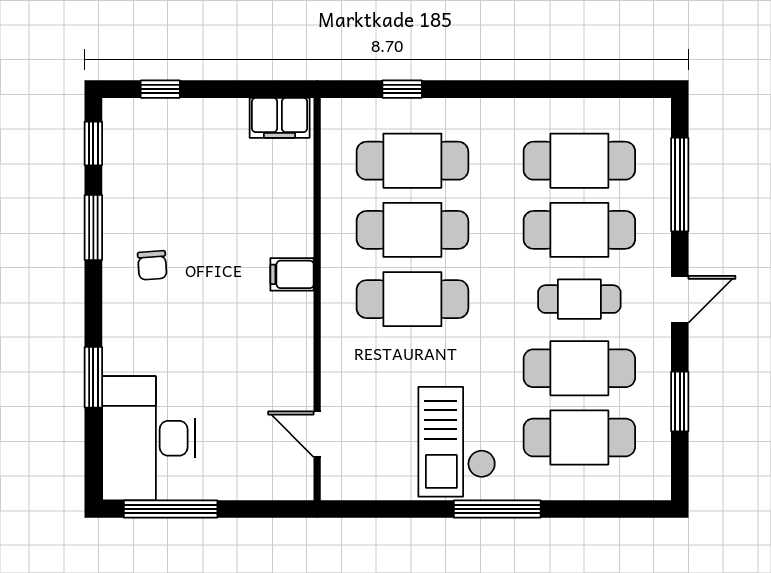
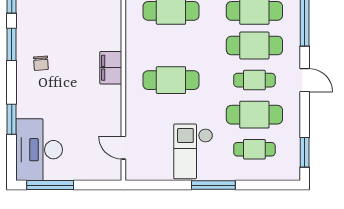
cafe table: (412, 230) -> (171, 46), removed
filing cabinet: (292, 274) -> (111, 68), width x2.00
door: (680, 299) -> (305, 80), hinge flipped
window: (680, 402) -> (305, 152), moved
cafe table: (579, 437) -> (254, 149), width x0.73, depth x0.74

